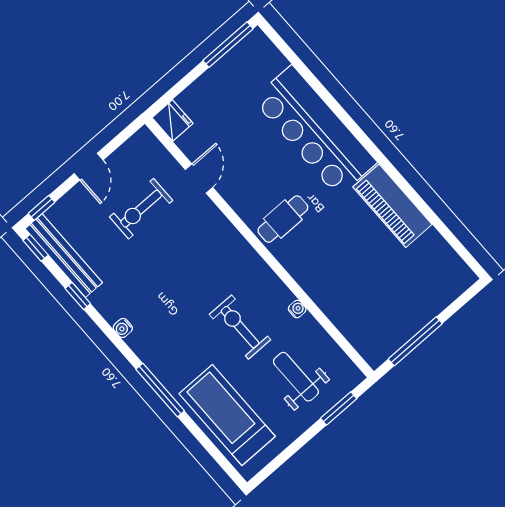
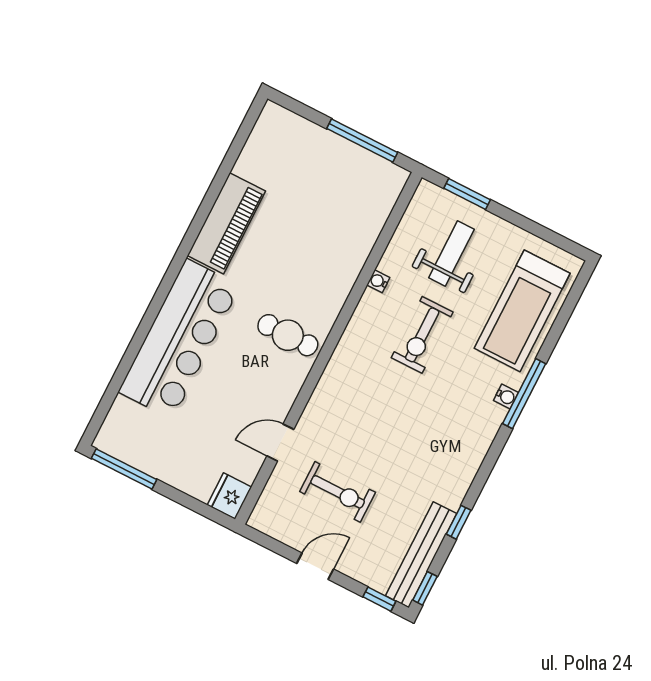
water cooler: (123, 328) -> (506, 396), moved
weight bench: (296, 377) -> (451, 254), turned 180

